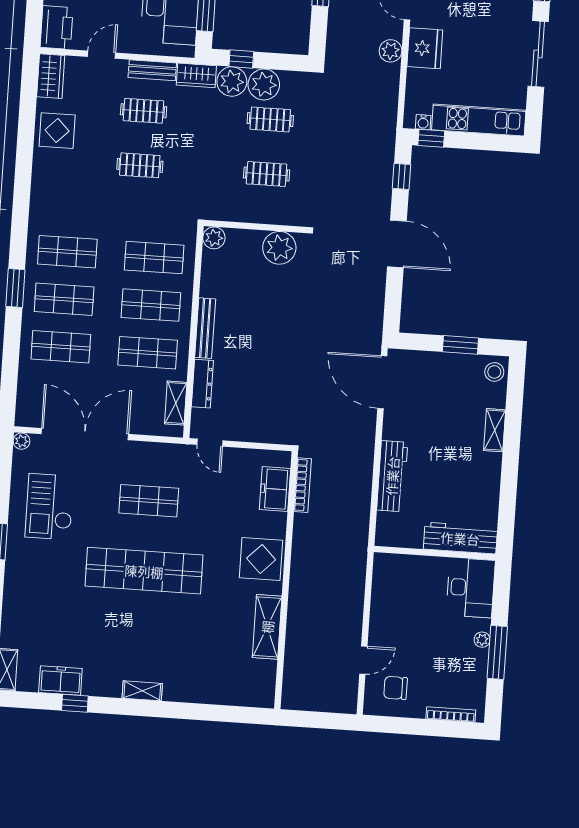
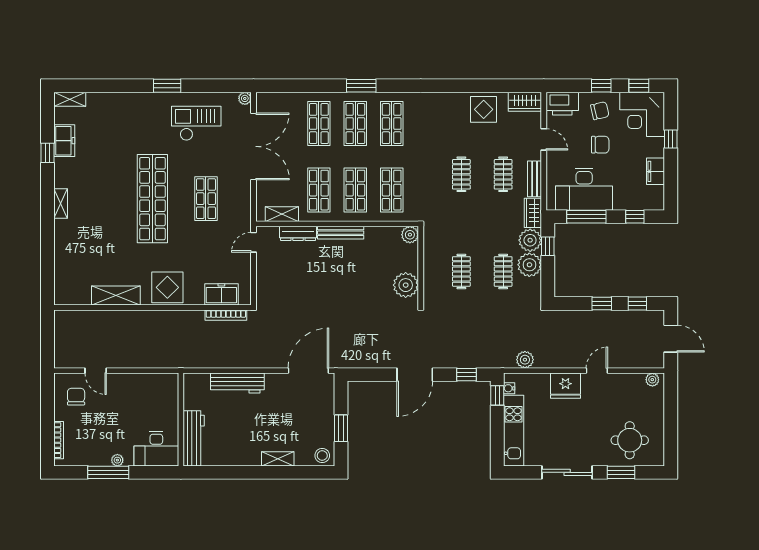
plant: (390, 51) -> (525, 360), moved

